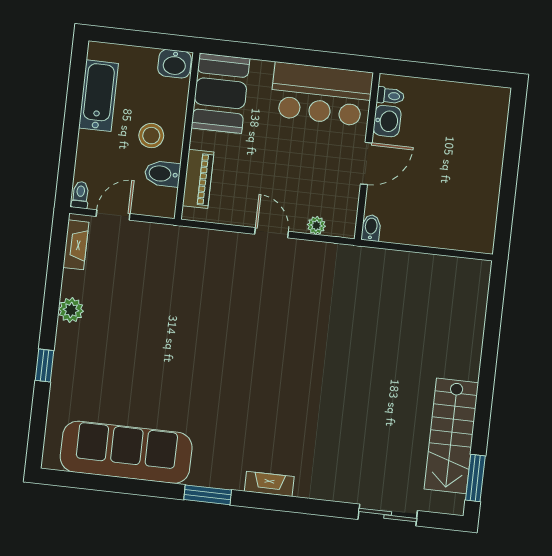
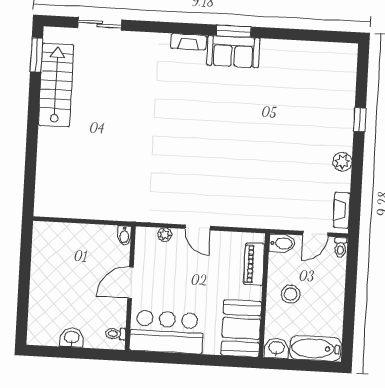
bathtub: (99, 96) -> (315, 348), moved, turned 90
washbasin: (387, 121) -> (72, 338), moved, turned 90
bidet: (162, 174) -> (282, 243), moved
sofa: (126, 452) -> (233, 52), moved, width x0.54, depth x0.79

